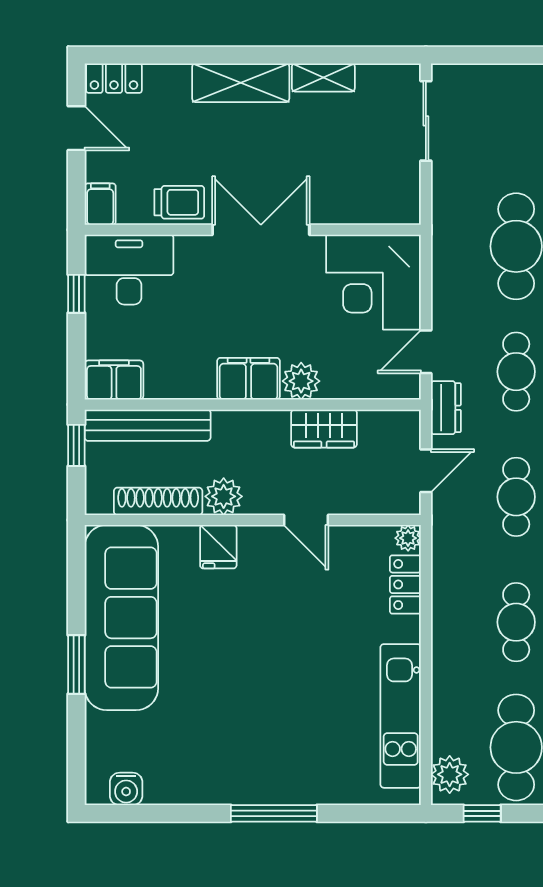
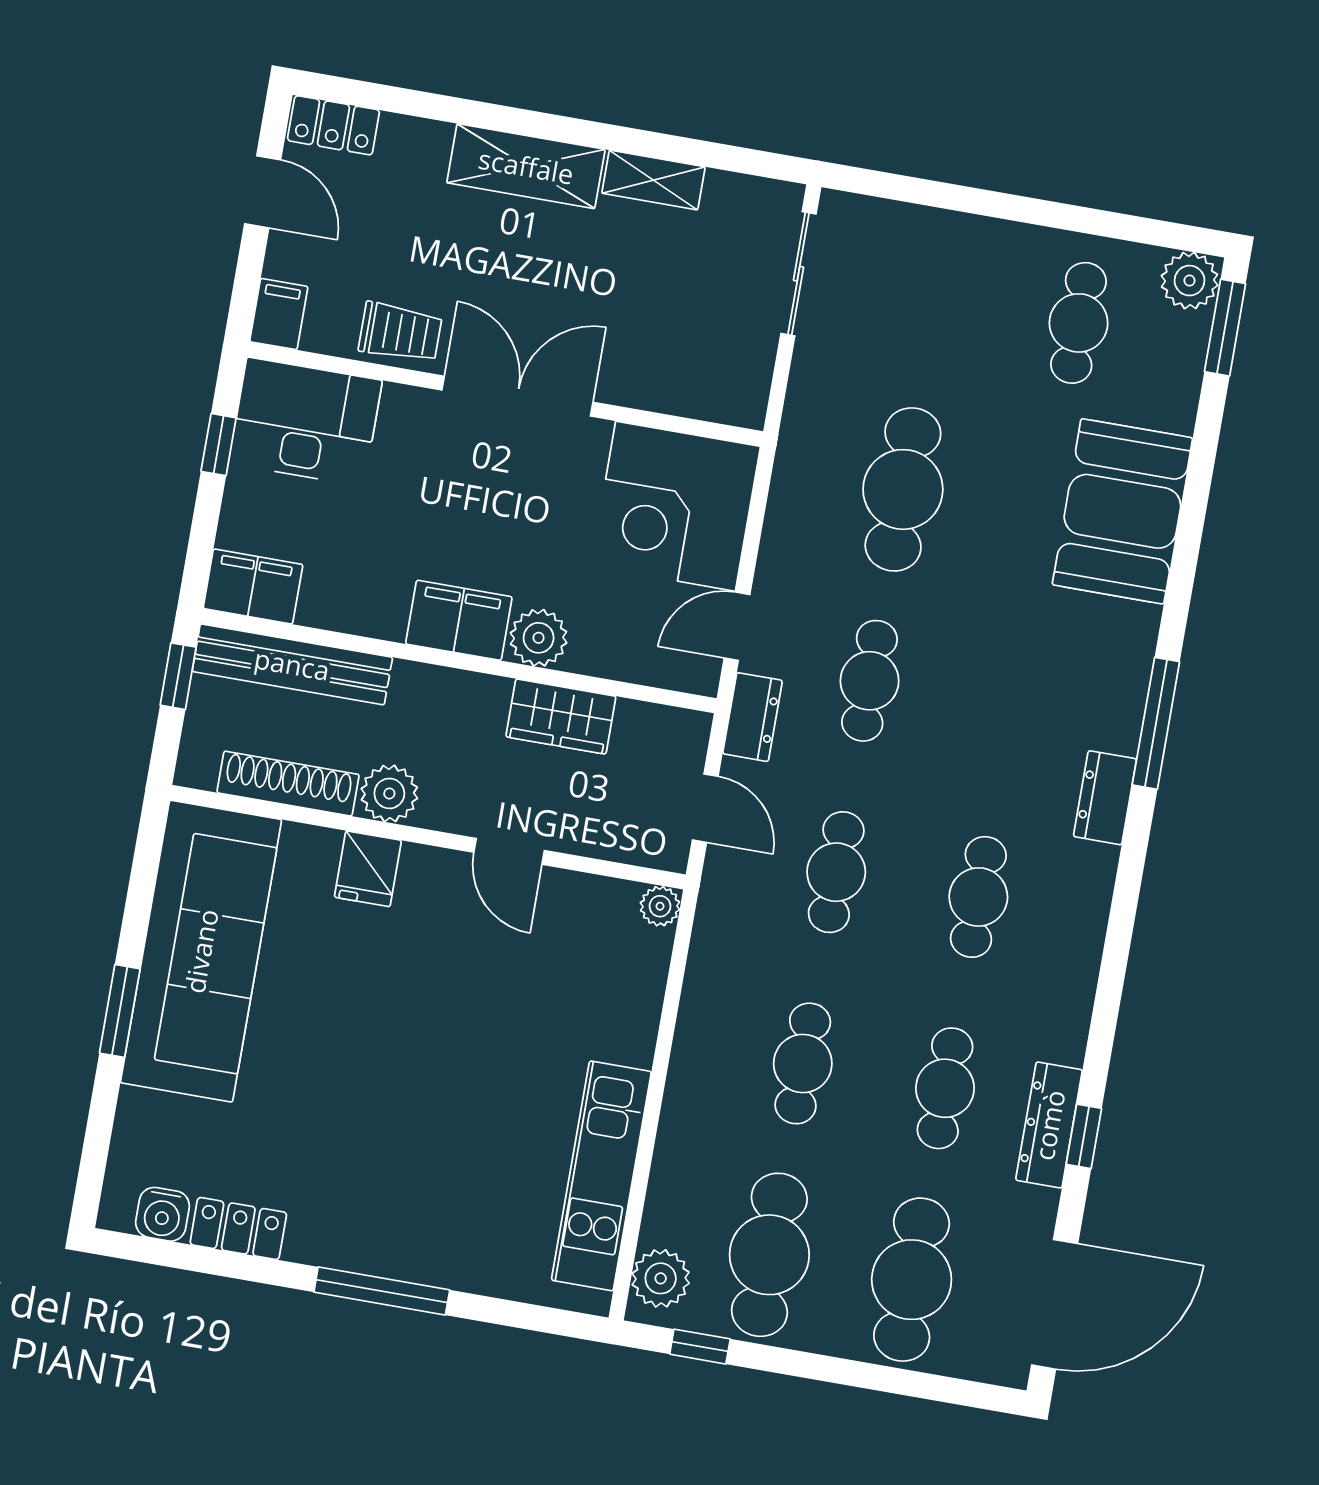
door: (426, 471) -> (705, 808), hinge flipped
locker: (405, 584) -> (238, 1229), moved, turned 90

